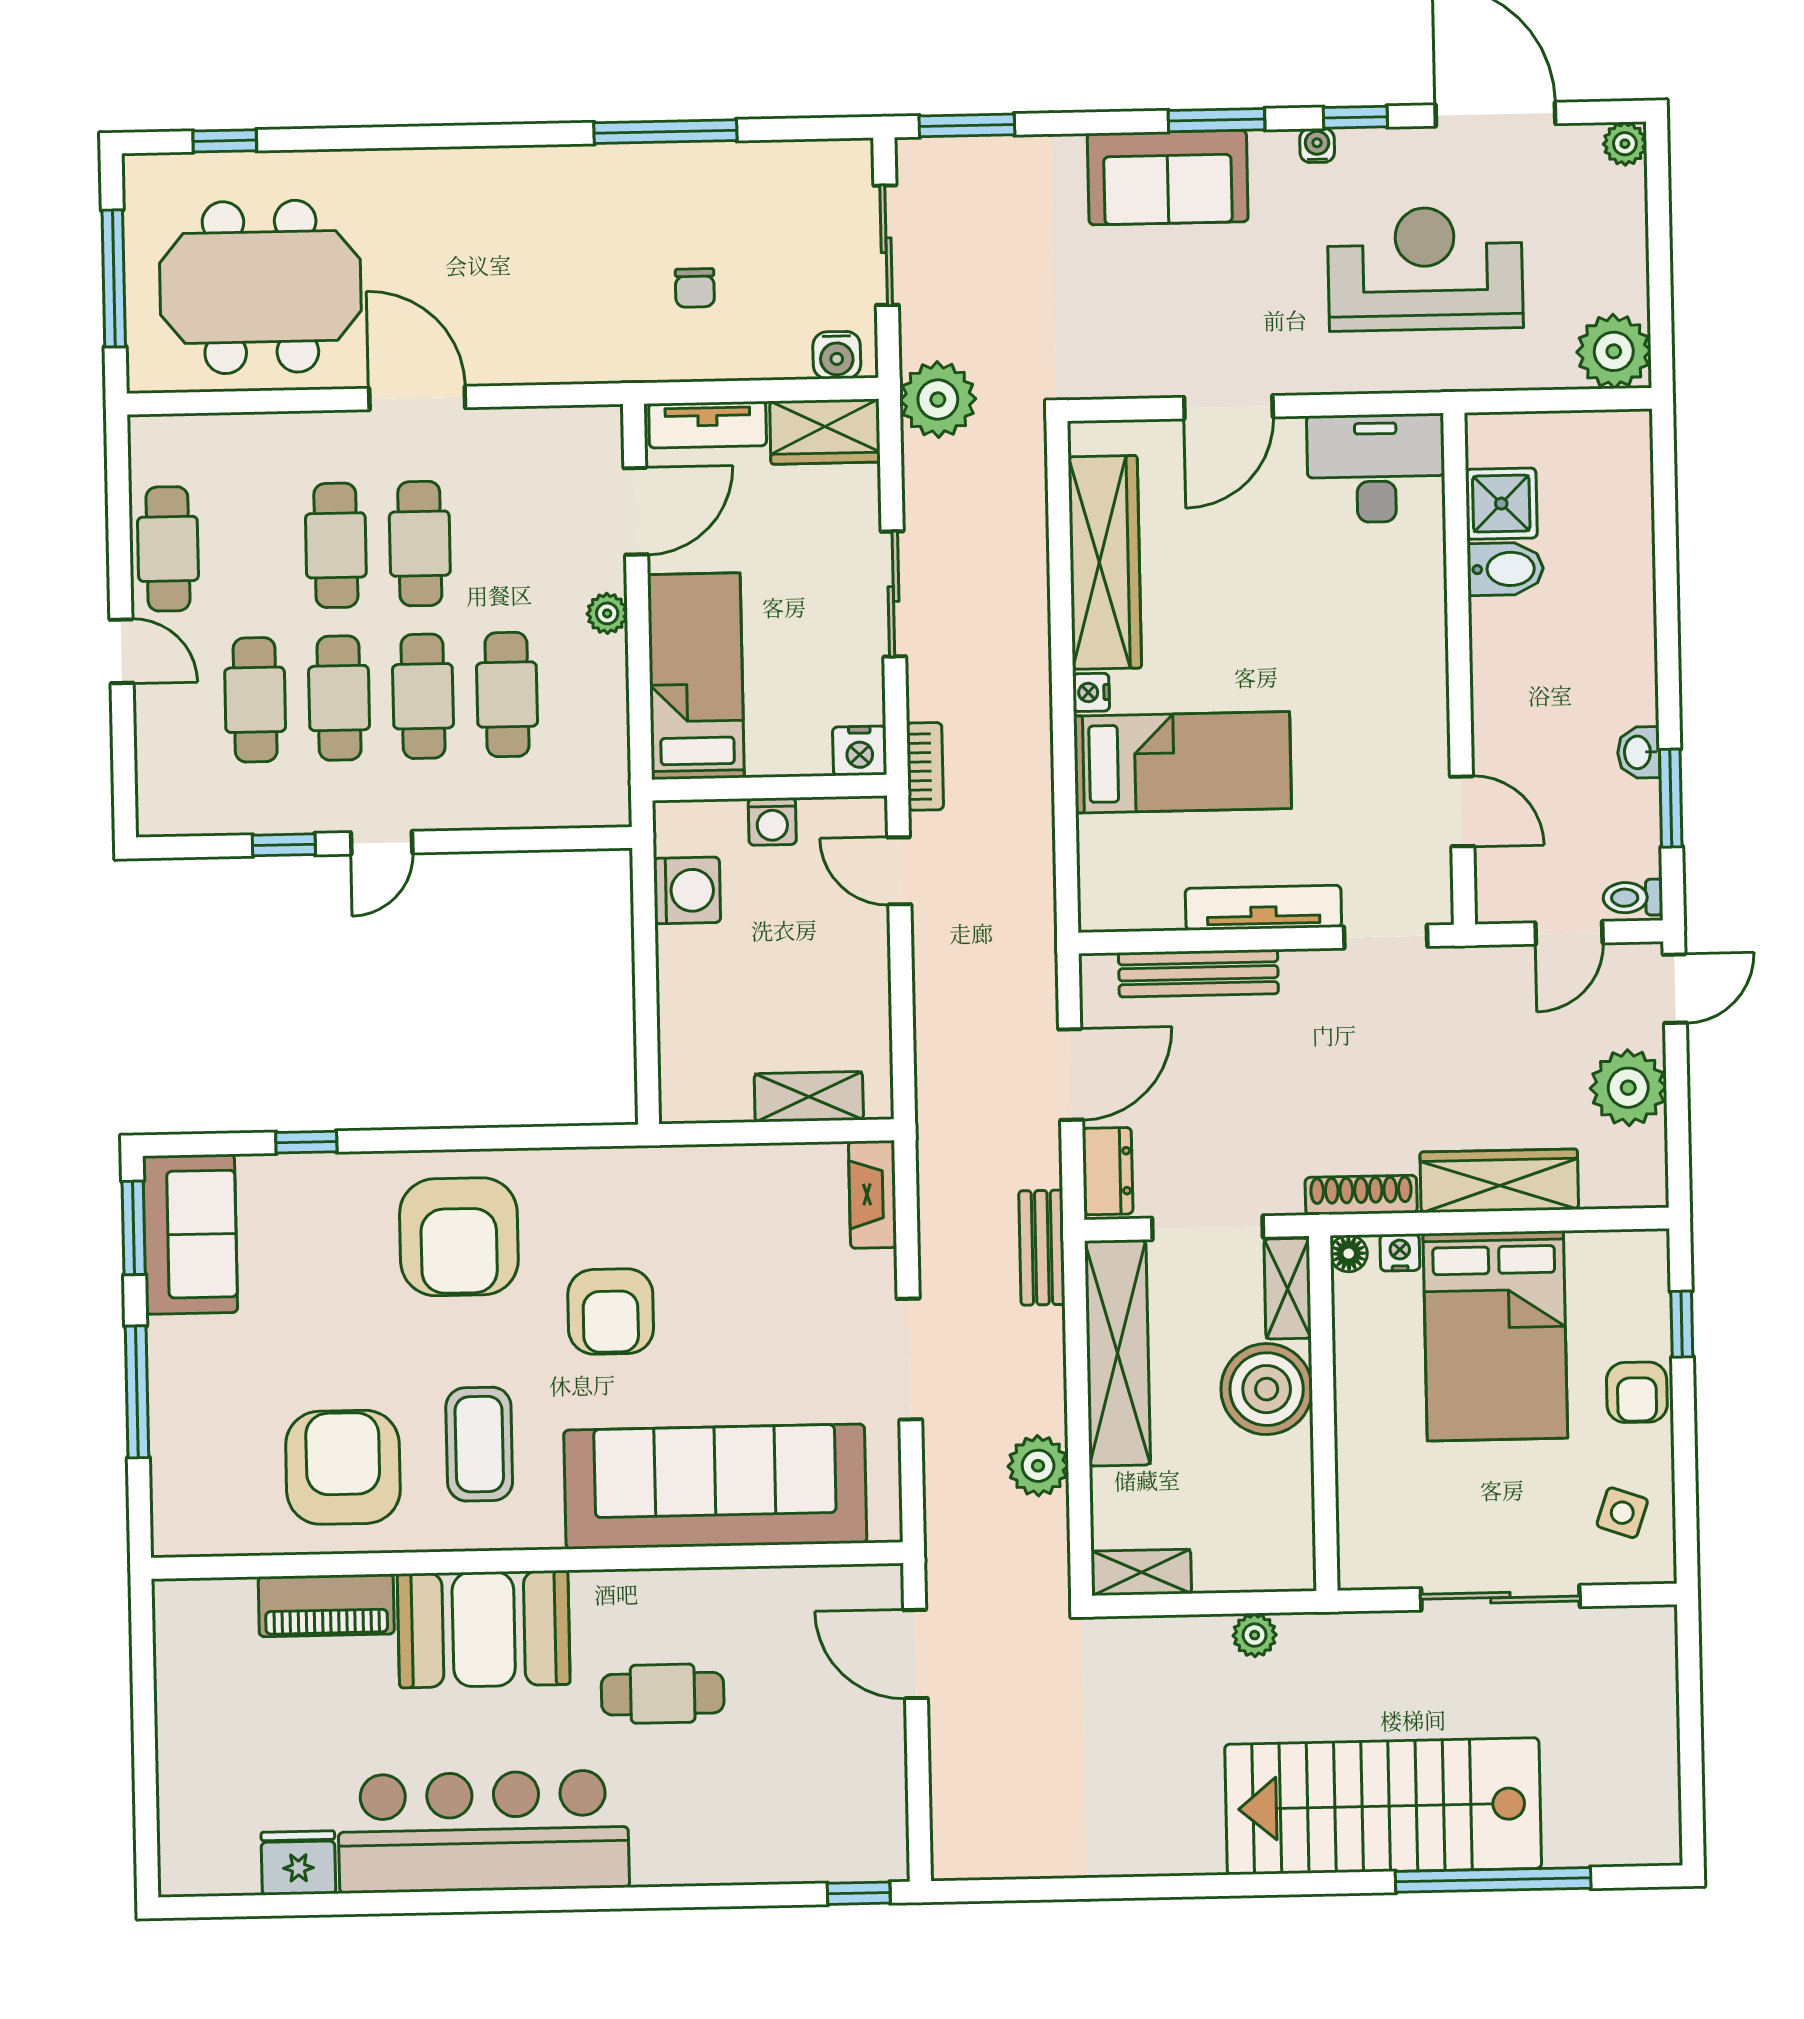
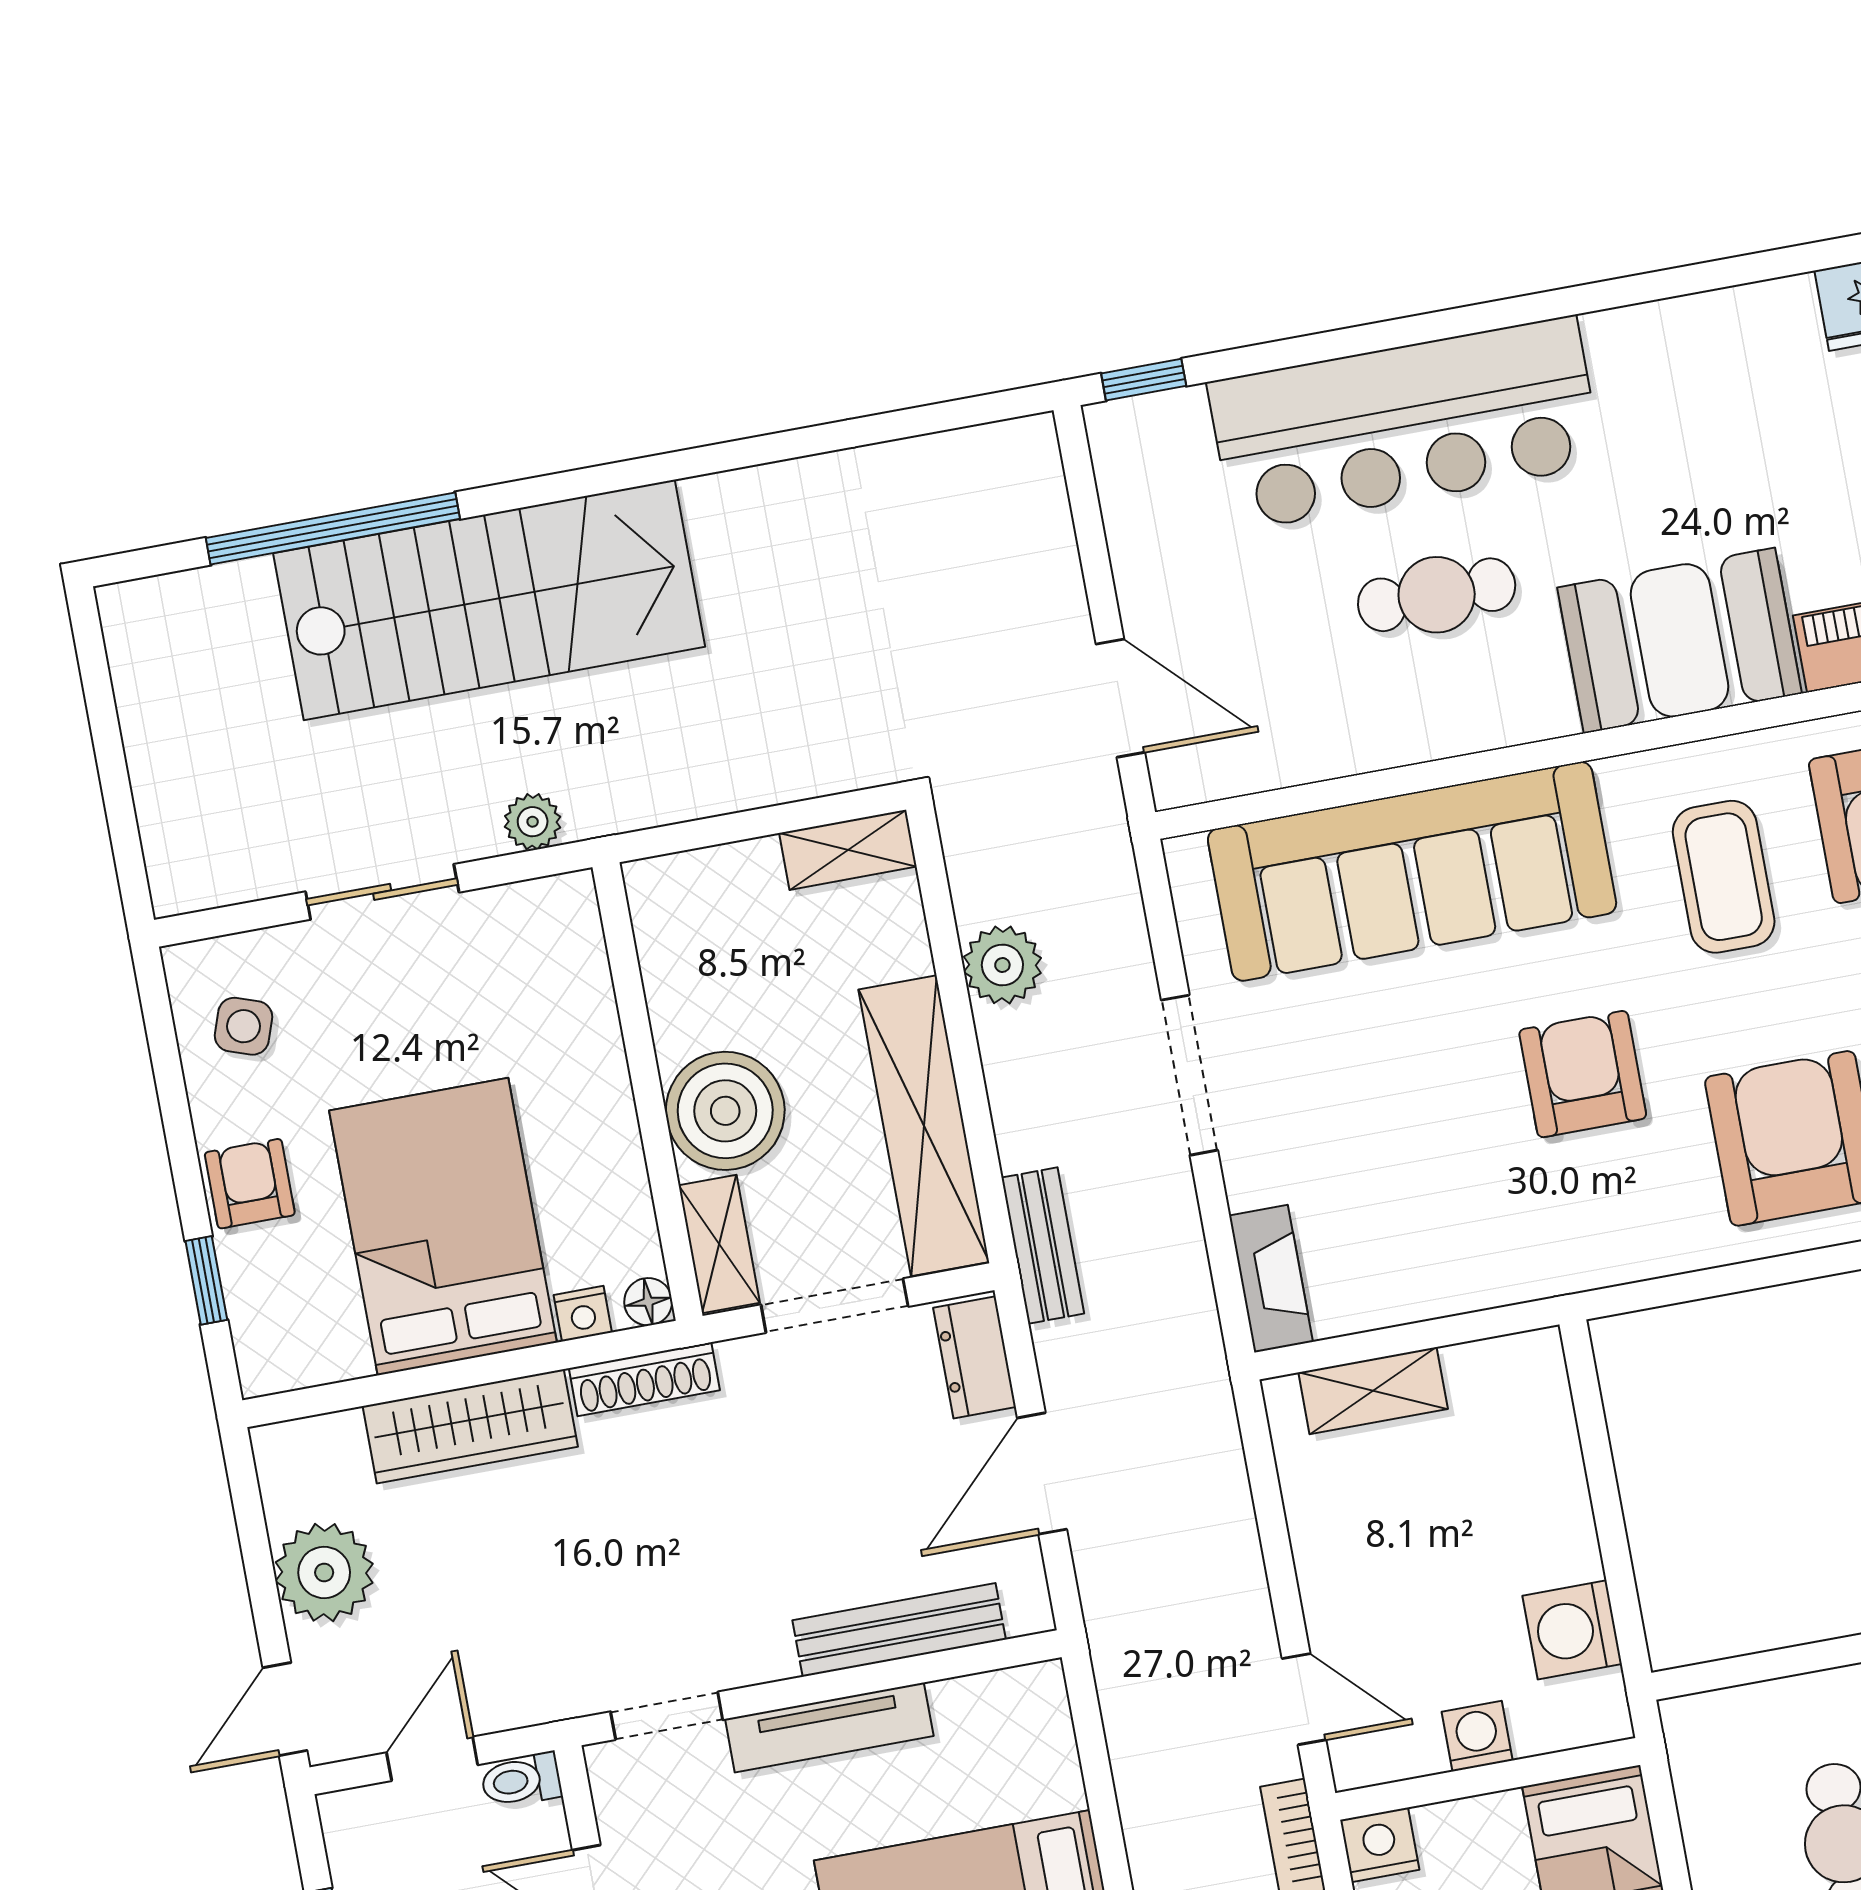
toilet: (1633, 897) -> (521, 1780), moved, turned 180
sliding door: (1500, 1598) -> (382, 892), width x0.73
plant: (1255, 1635) -> (533, 822), moved
bar counter: (483, 1832) -> (1405, 423), moved

